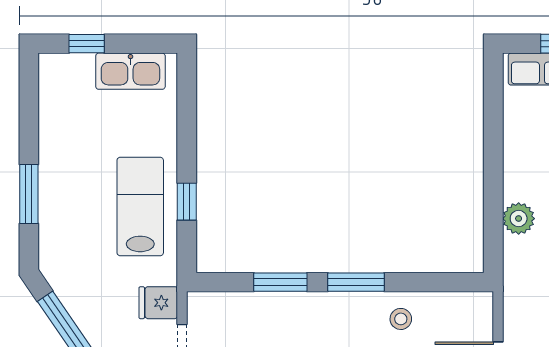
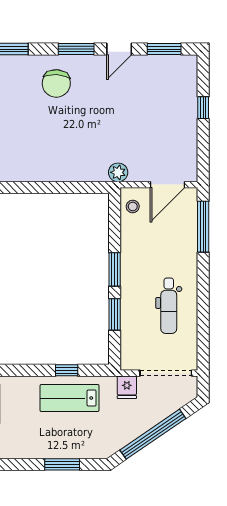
plant: (519, 219) -> (118, 172), moved
stool: (401, 319) -> (133, 206), moved

